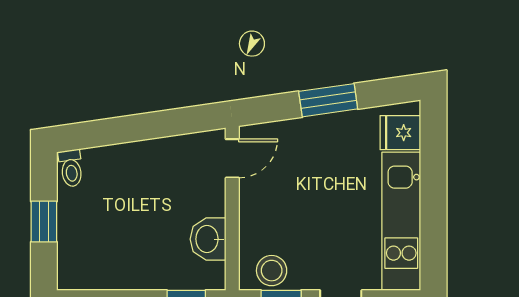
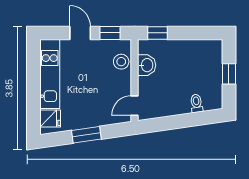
toilet: (71, 168) -> (196, 103), moved
stool: (272, 271) -> (121, 62), moved

